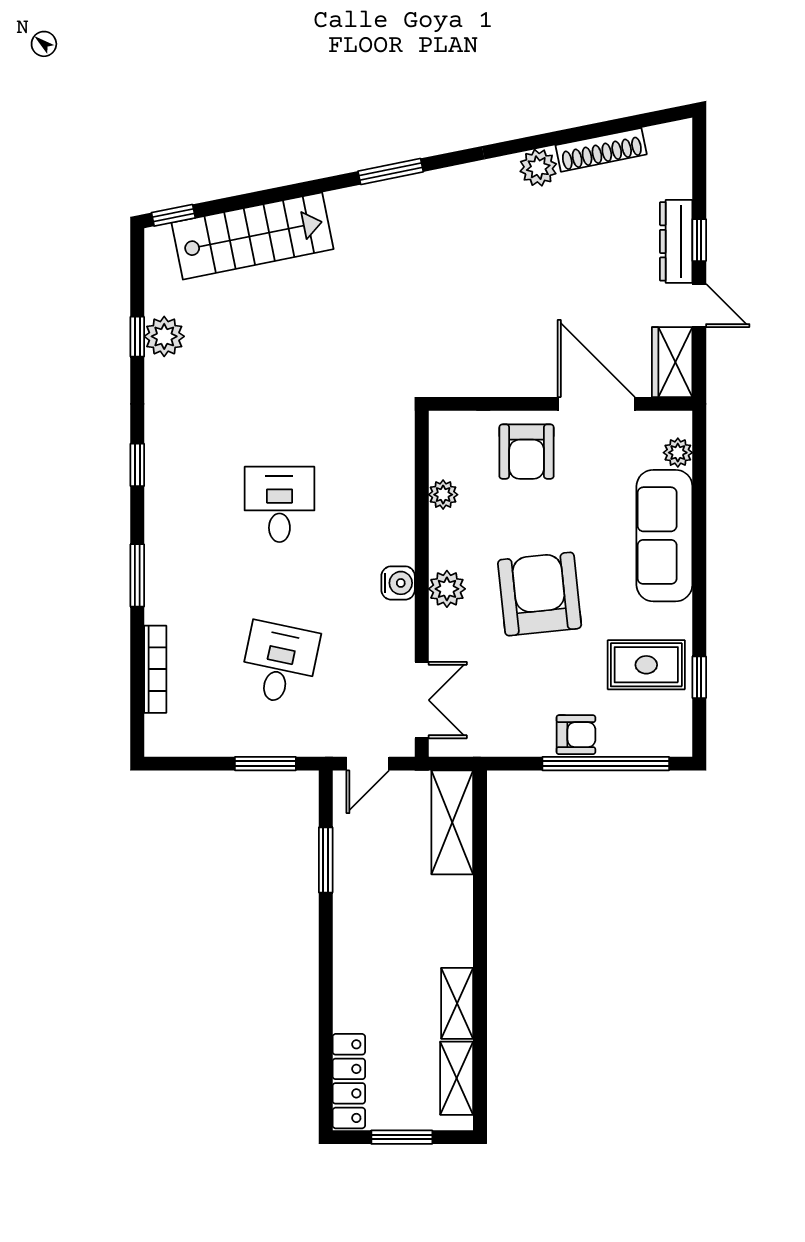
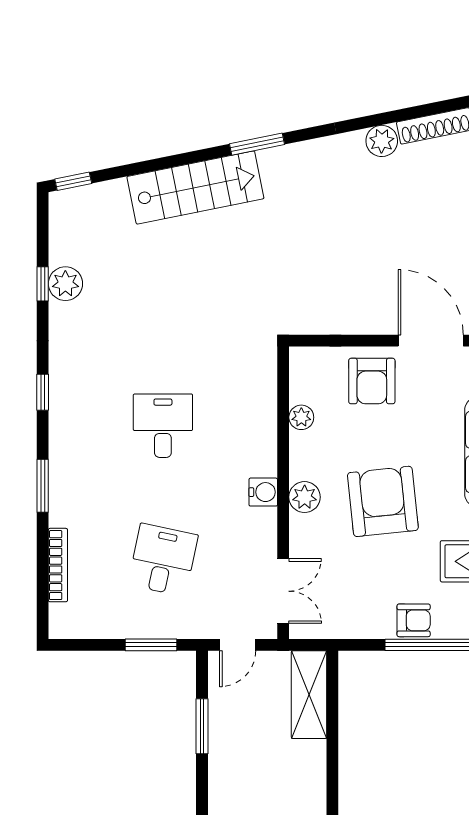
stairs: (252, 236) -> (195, 188), moved

